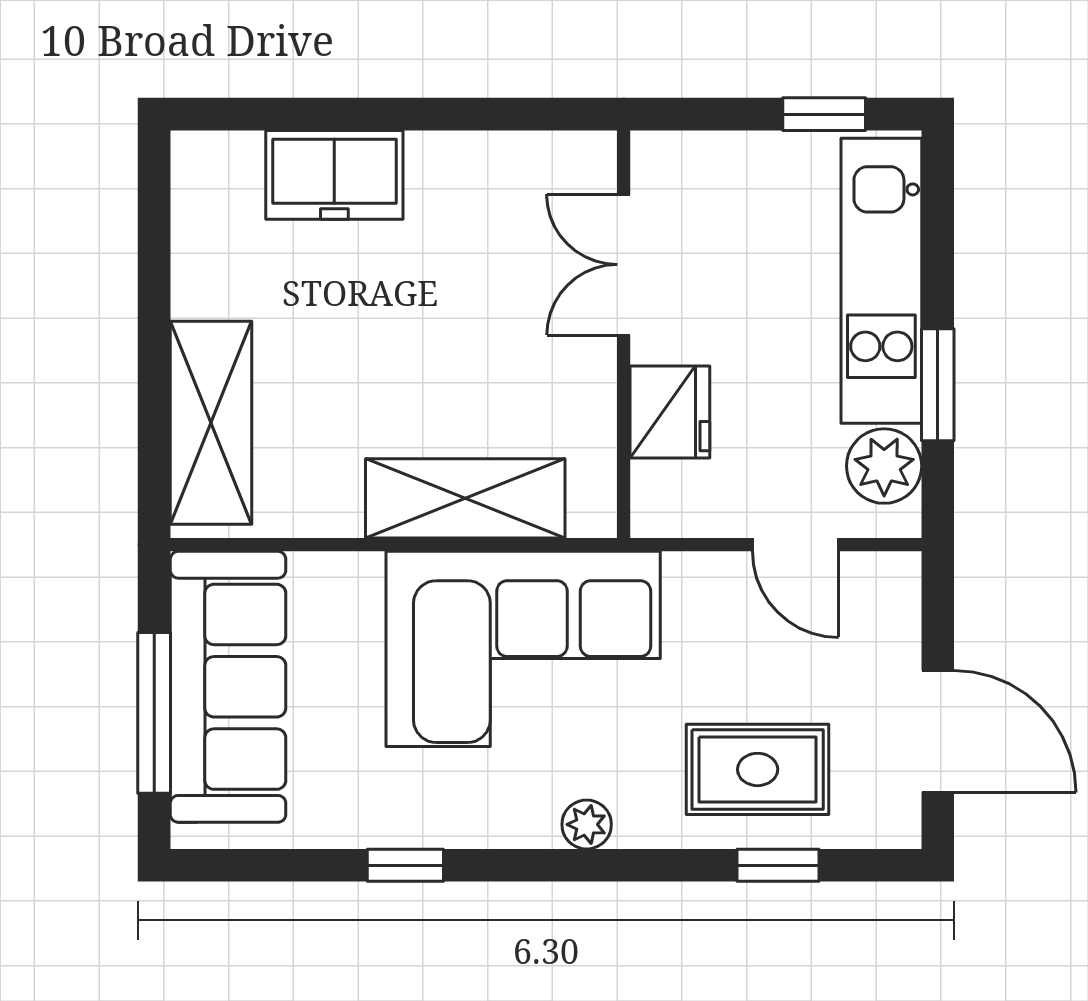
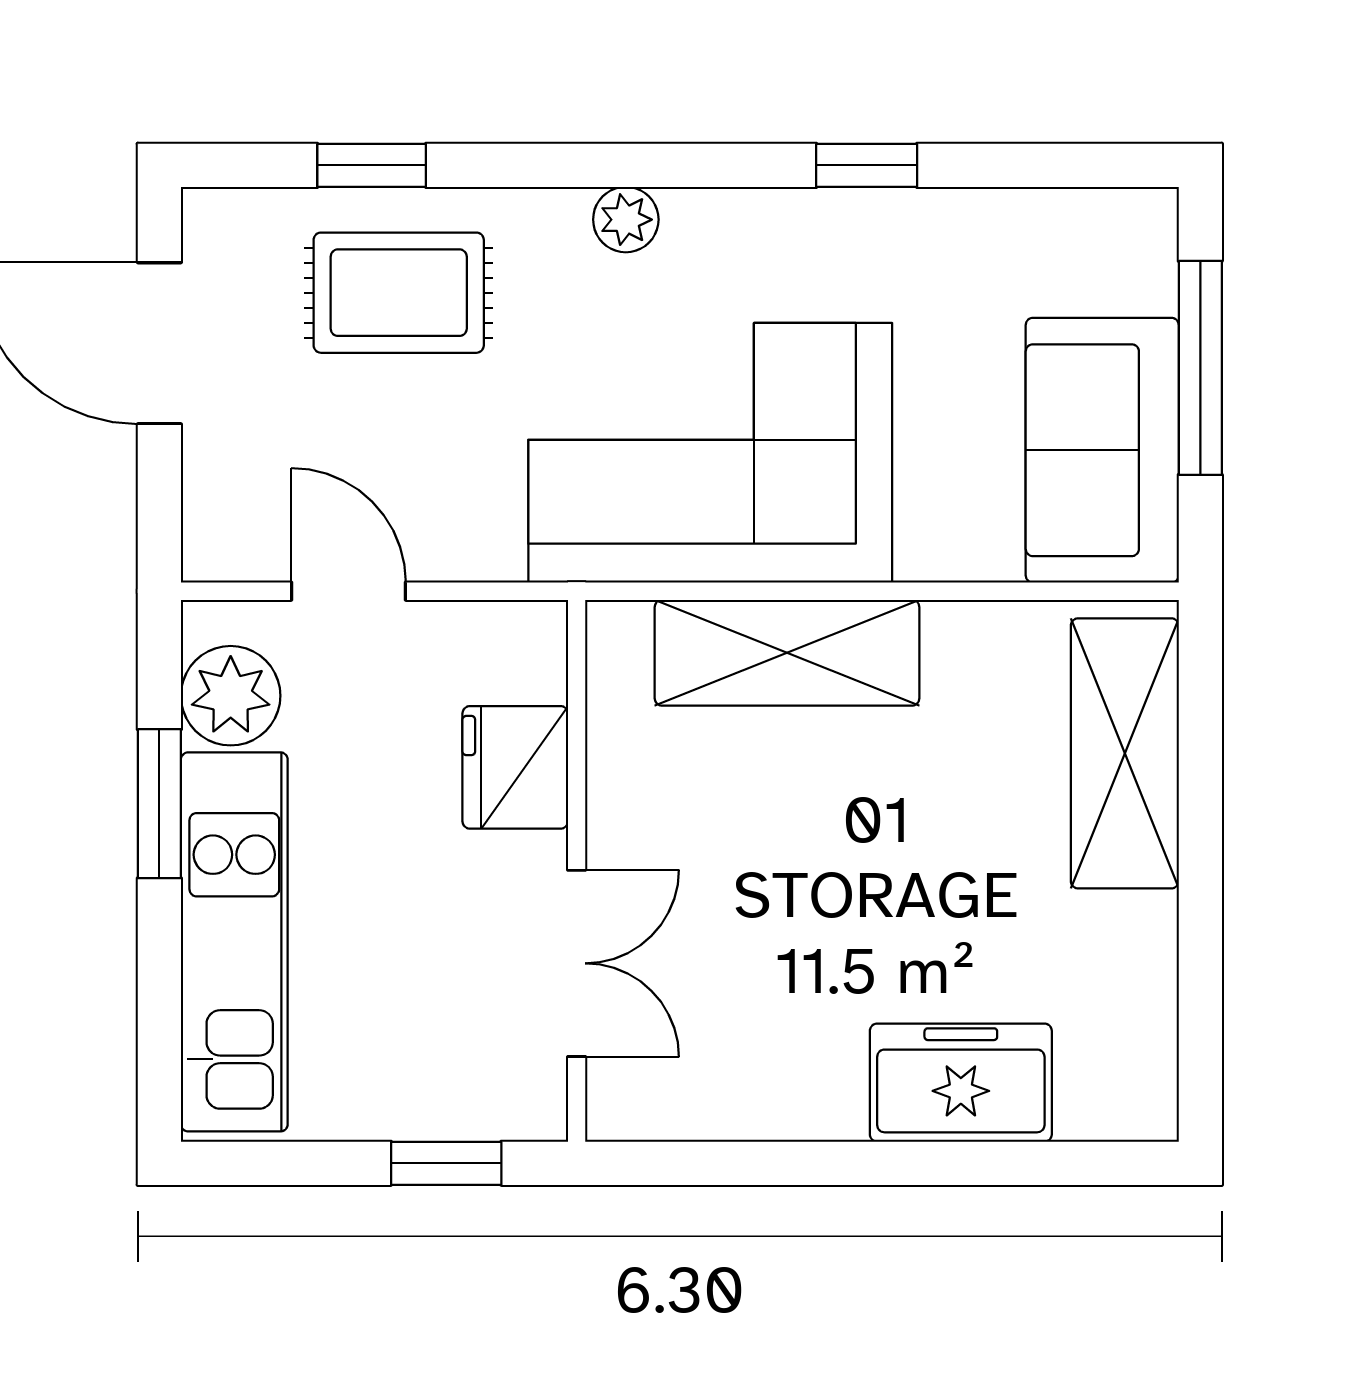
window: (824, 114) -> (446, 1163), moved
sofa: (228, 687) -> (1102, 450), width x0.73

